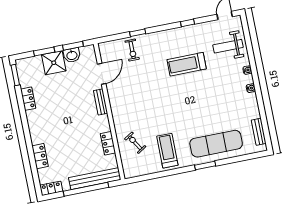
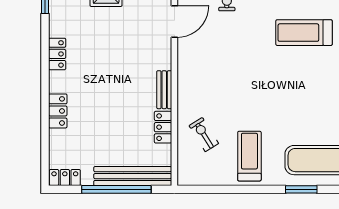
locker: (28, 99) -> (57, 54), moved
bench: (101, 102) -> (164, 90), moved
locker: (40, 156) -> (58, 111), moved

